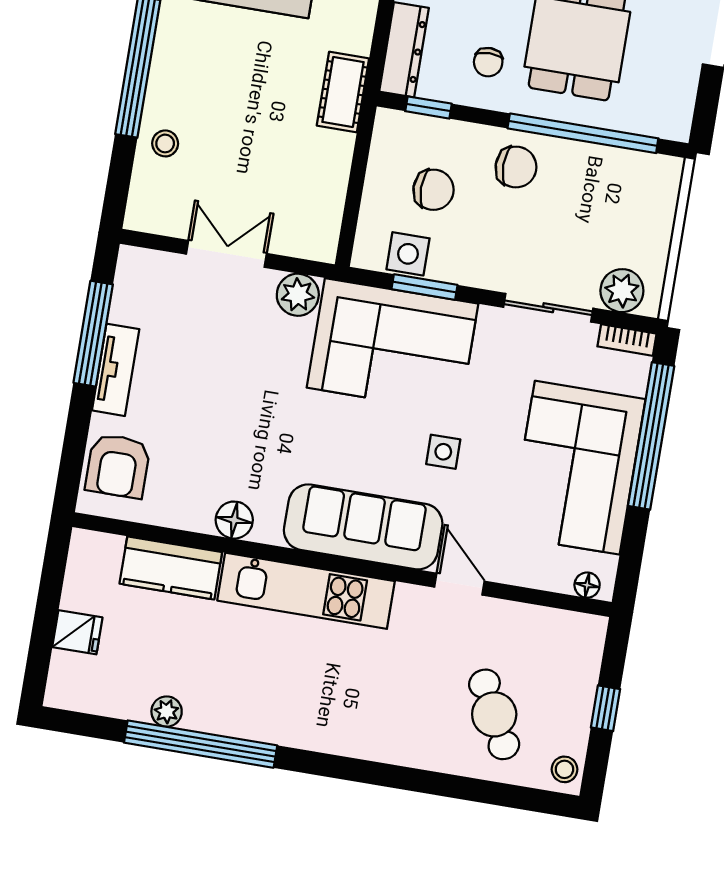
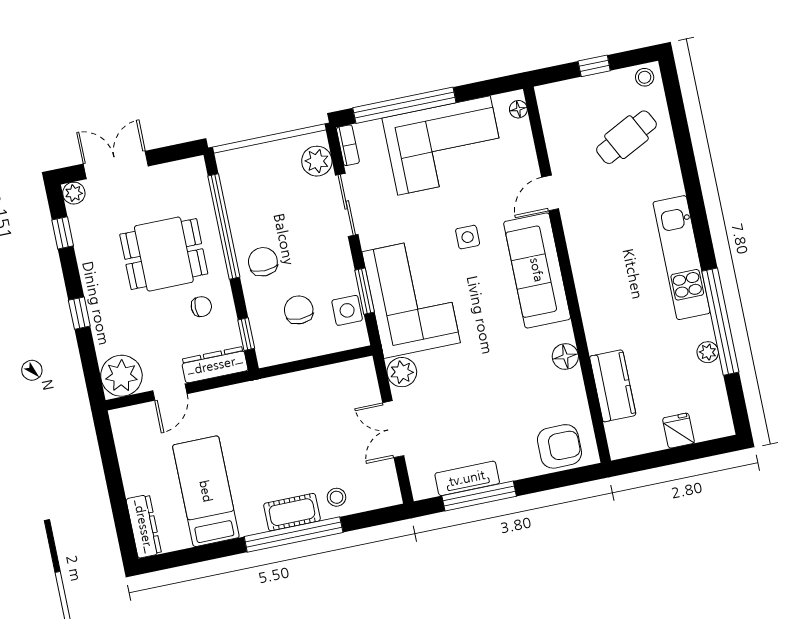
cot: (343, 92) -> (292, 512), moved
tv unit: (116, 370) -> (467, 478), moved
kitchen unit: (306, 591) -> (682, 258), moved, turned 180

